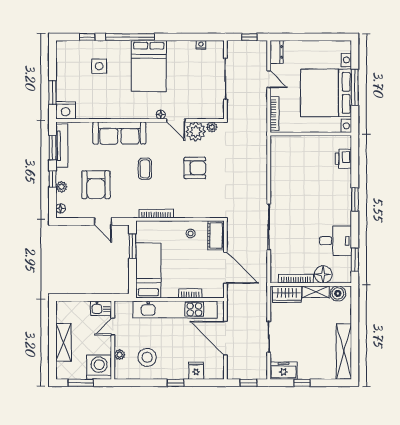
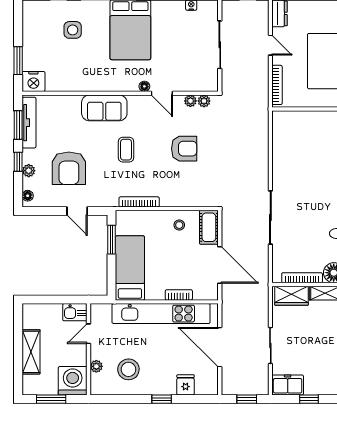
plant: (196, 132) -> (190, 101), width x0.53, depth x0.53
sofa: (119, 133) -> (104, 108), width x0.73

